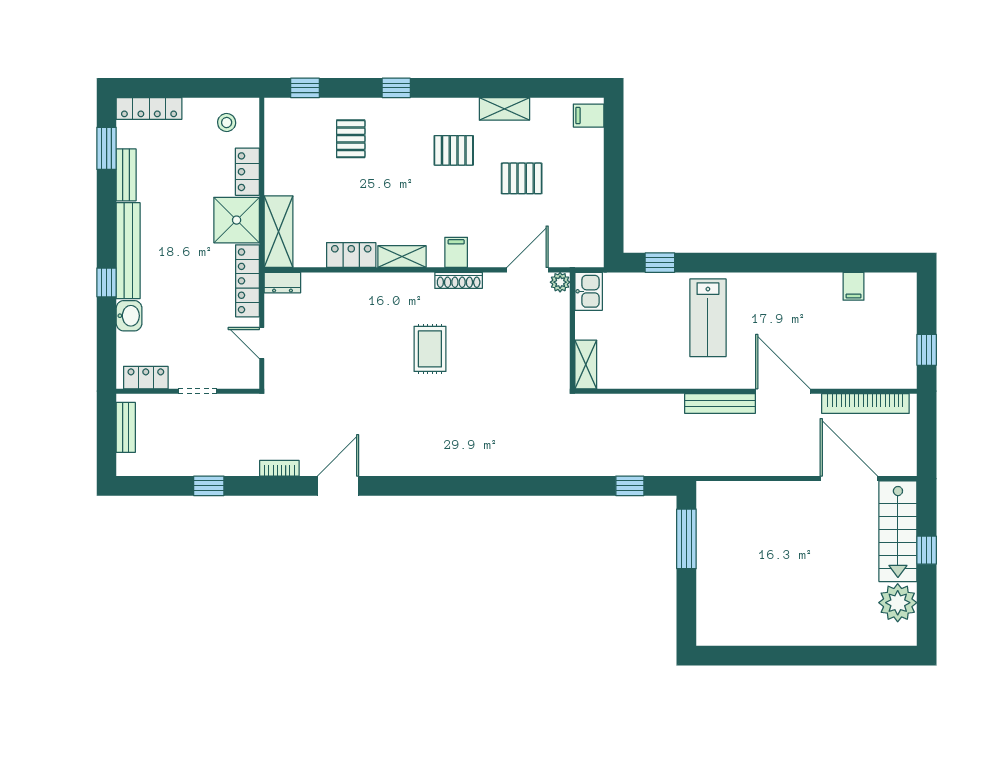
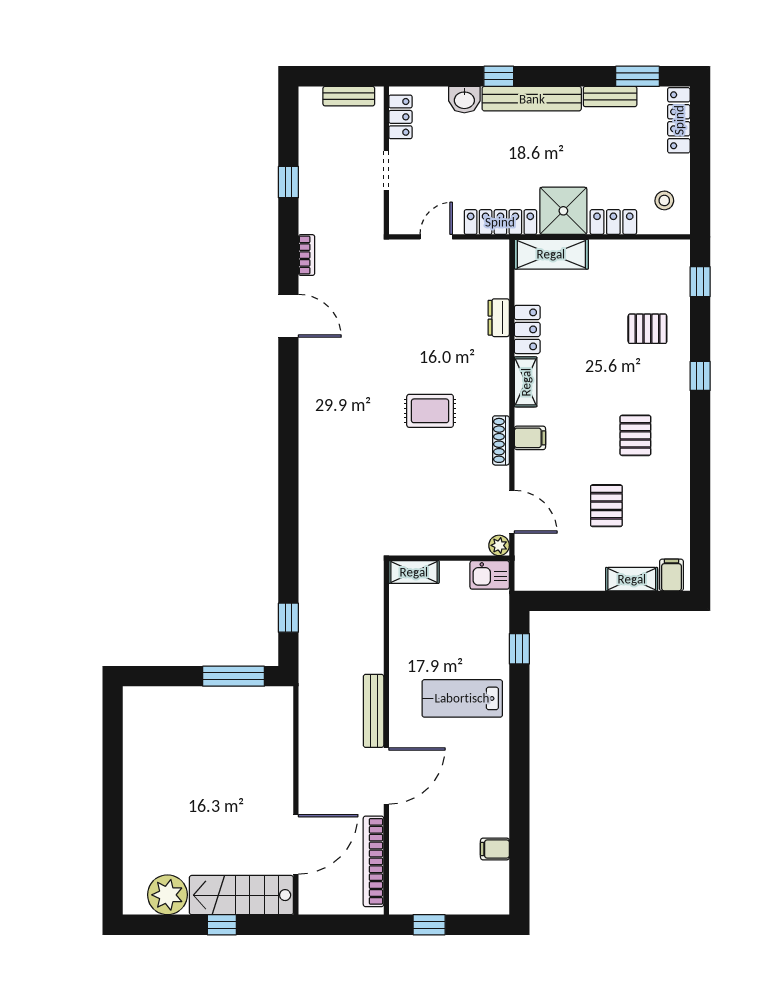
shelving: (504, 109) -> (632, 579), moved, turned 90
dresser: (282, 283) -> (499, 318), moved

